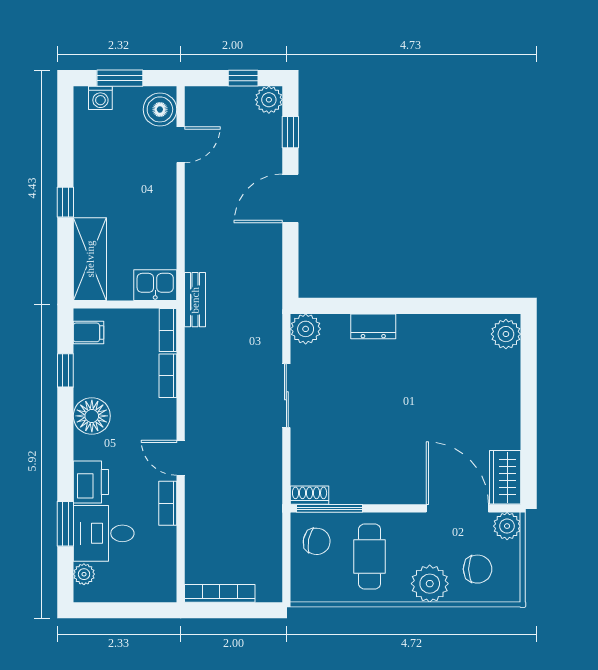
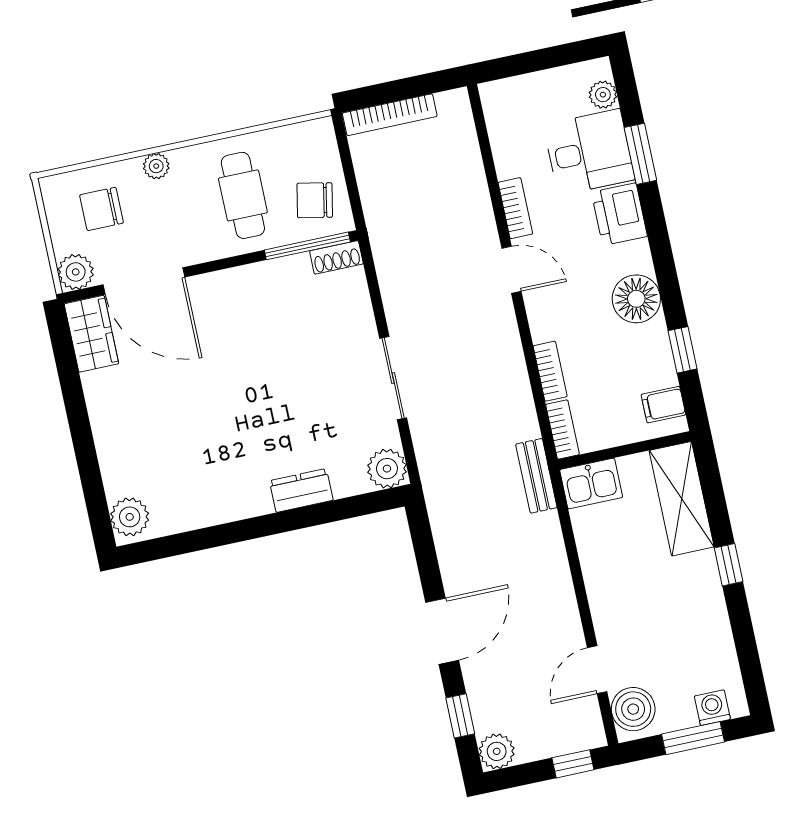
window: (243, 78) -> (573, 764), moved
plant: (430, 584) -> (156, 166), width x0.53, depth x0.53
bookcase: (220, 593) -> (390, 115), moved

